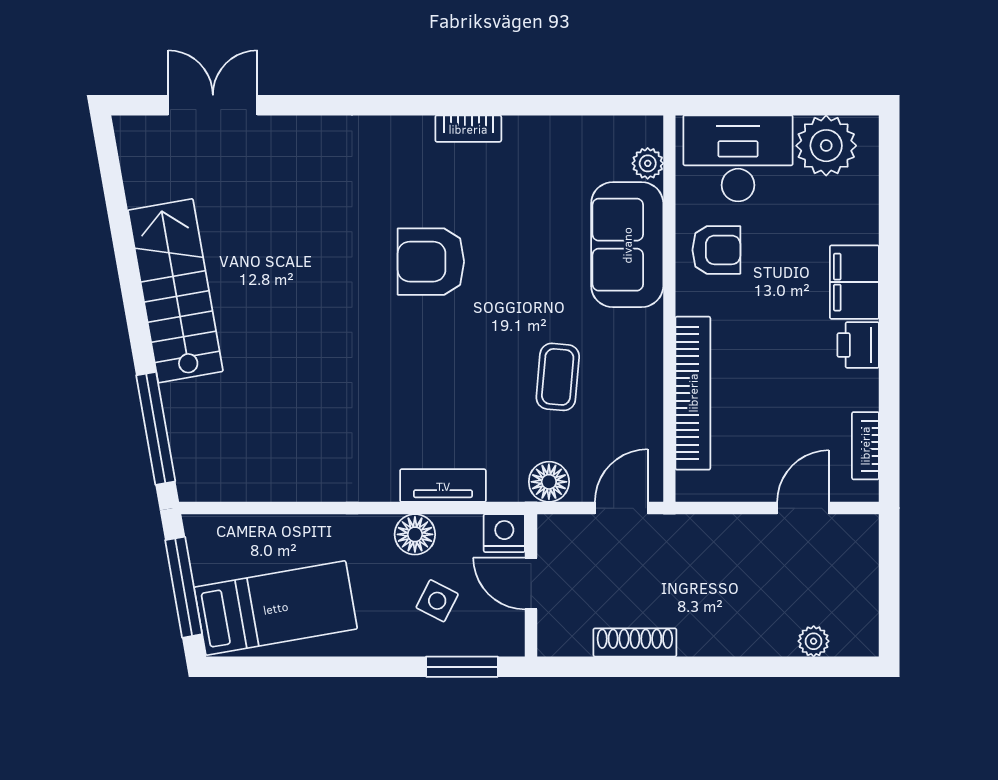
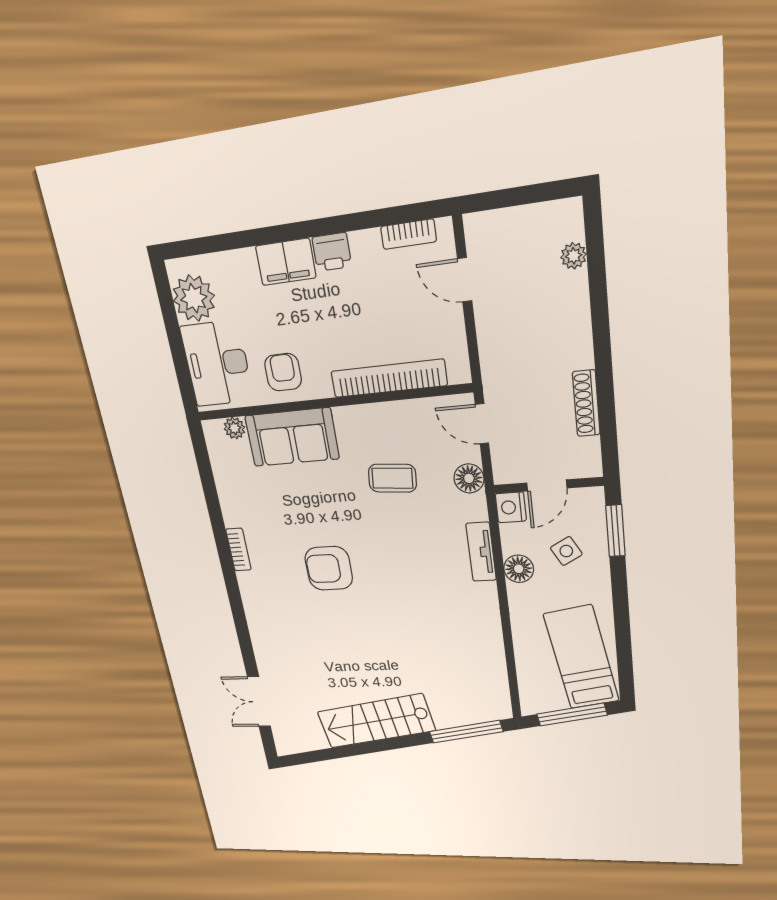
armchair: (431, 262) -> (329, 568), turned 90
side table: (437, 601) -> (566, 551), turned 34

